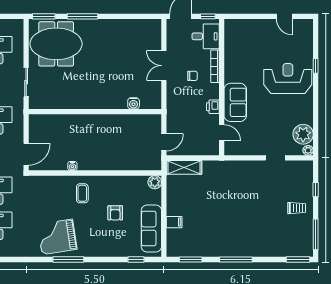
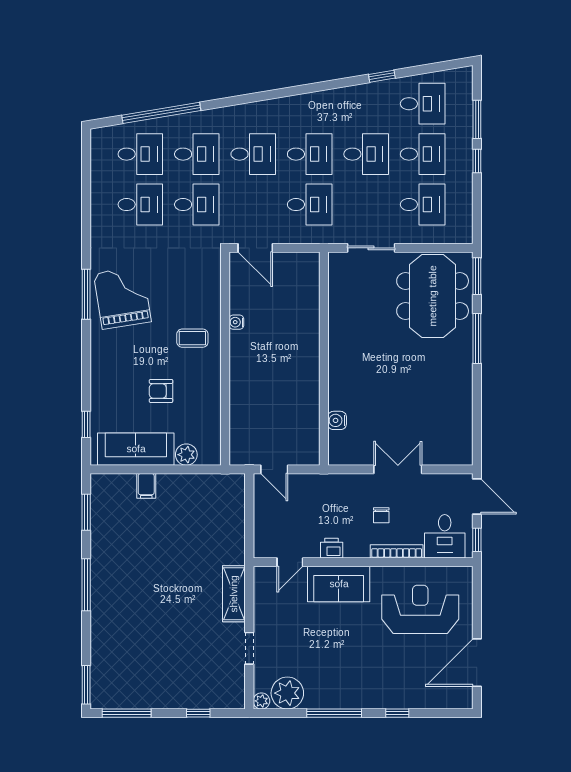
door: (284, 16) -> (477, 663), width x1.87
reception desk: (288, 79) -> (420, 609), moved, turned -90
window: (316, 105) -> (334, 713), added
shelving: (184, 167) -> (234, 594), moved
plant: (155, 182) -> (186, 455), moved
trolley: (297, 208) -> (169, 683), removed
window: (68, 259) -> (86, 294), moved

